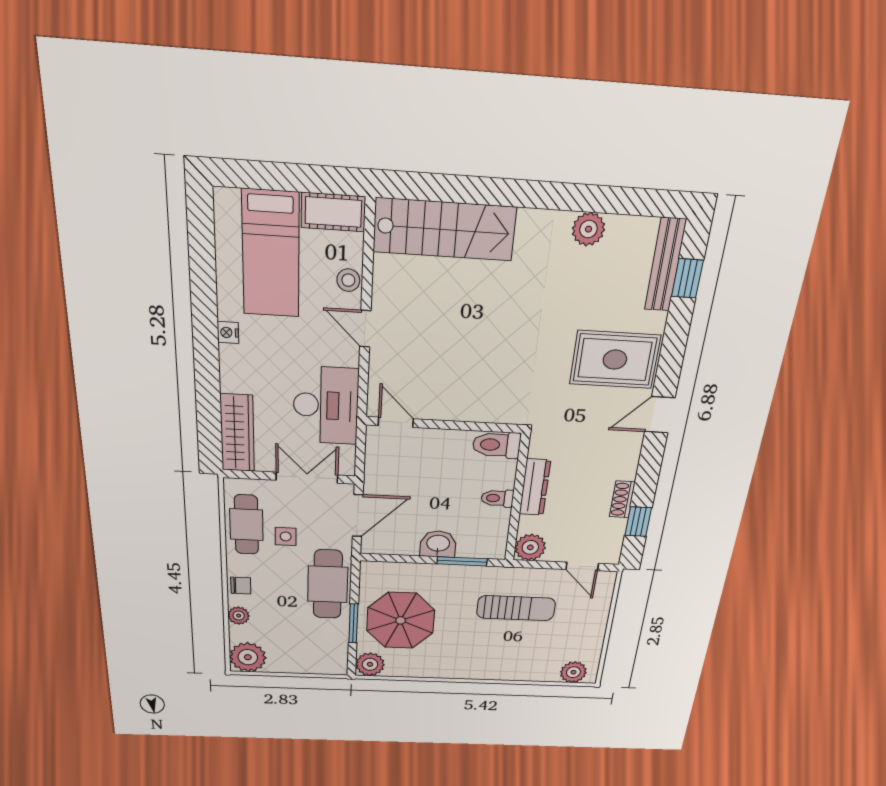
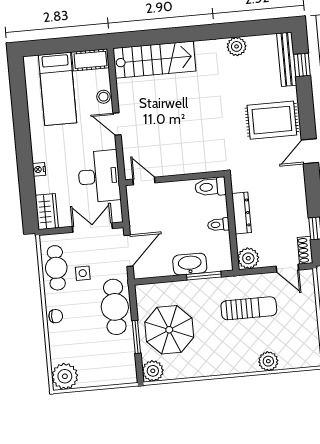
nightstand: (228, 333) -> (39, 169), moved
wardrobe: (237, 433) -> (47, 212), width x0.67
shoe rack: (622, 499) -> (305, 250), moved
washbasin: (438, 544) -> (190, 264), width x1.38
plant: (239, 616) -> (56, 341), removed
plant: (573, 672) -> (268, 361), moved

